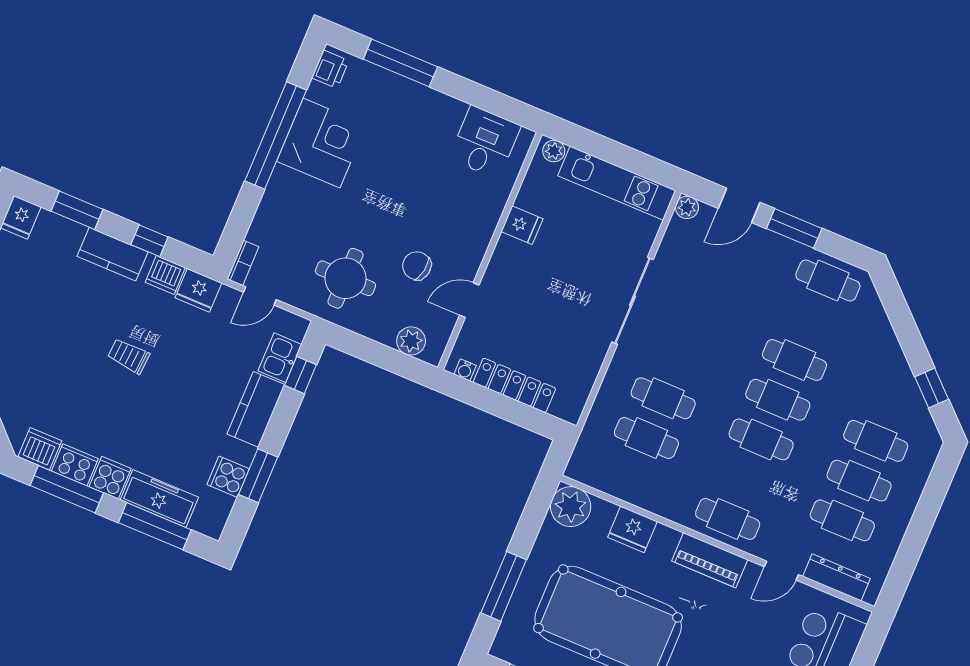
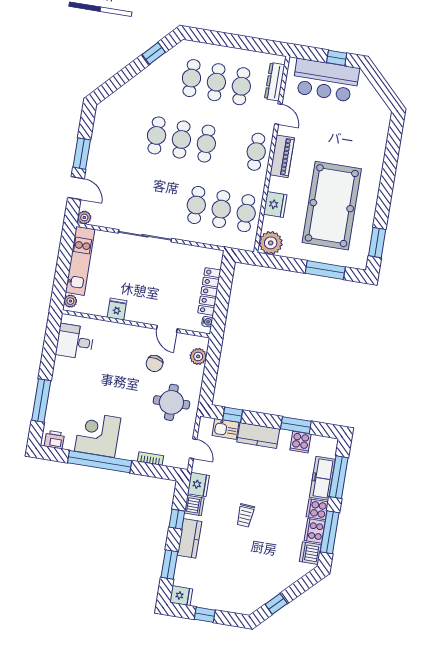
bookcase: (243, 263) -> (150, 459), moved
cafe table: (828, 280) -> (246, 213), moved

